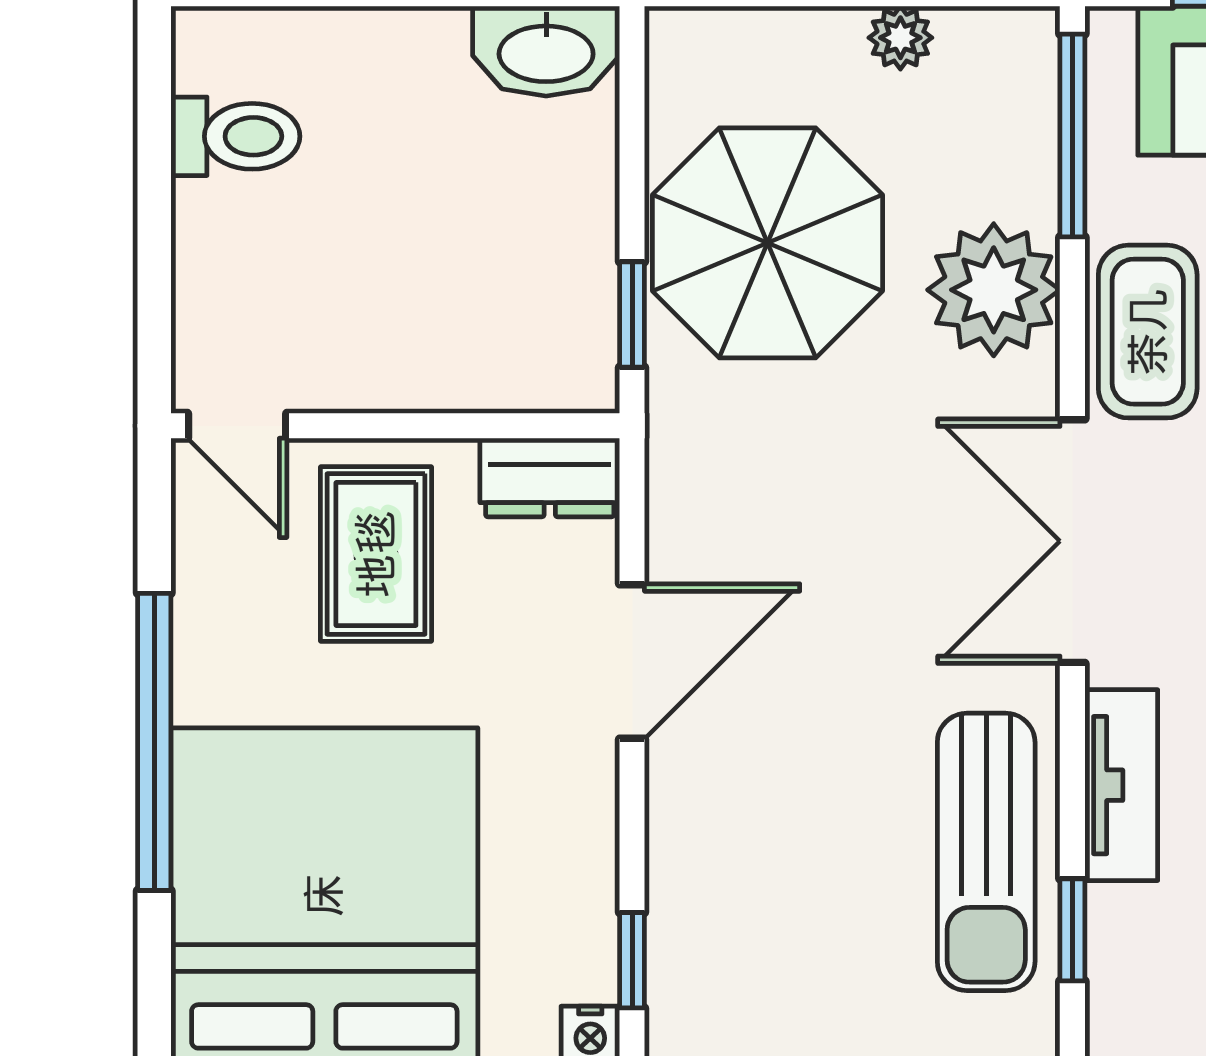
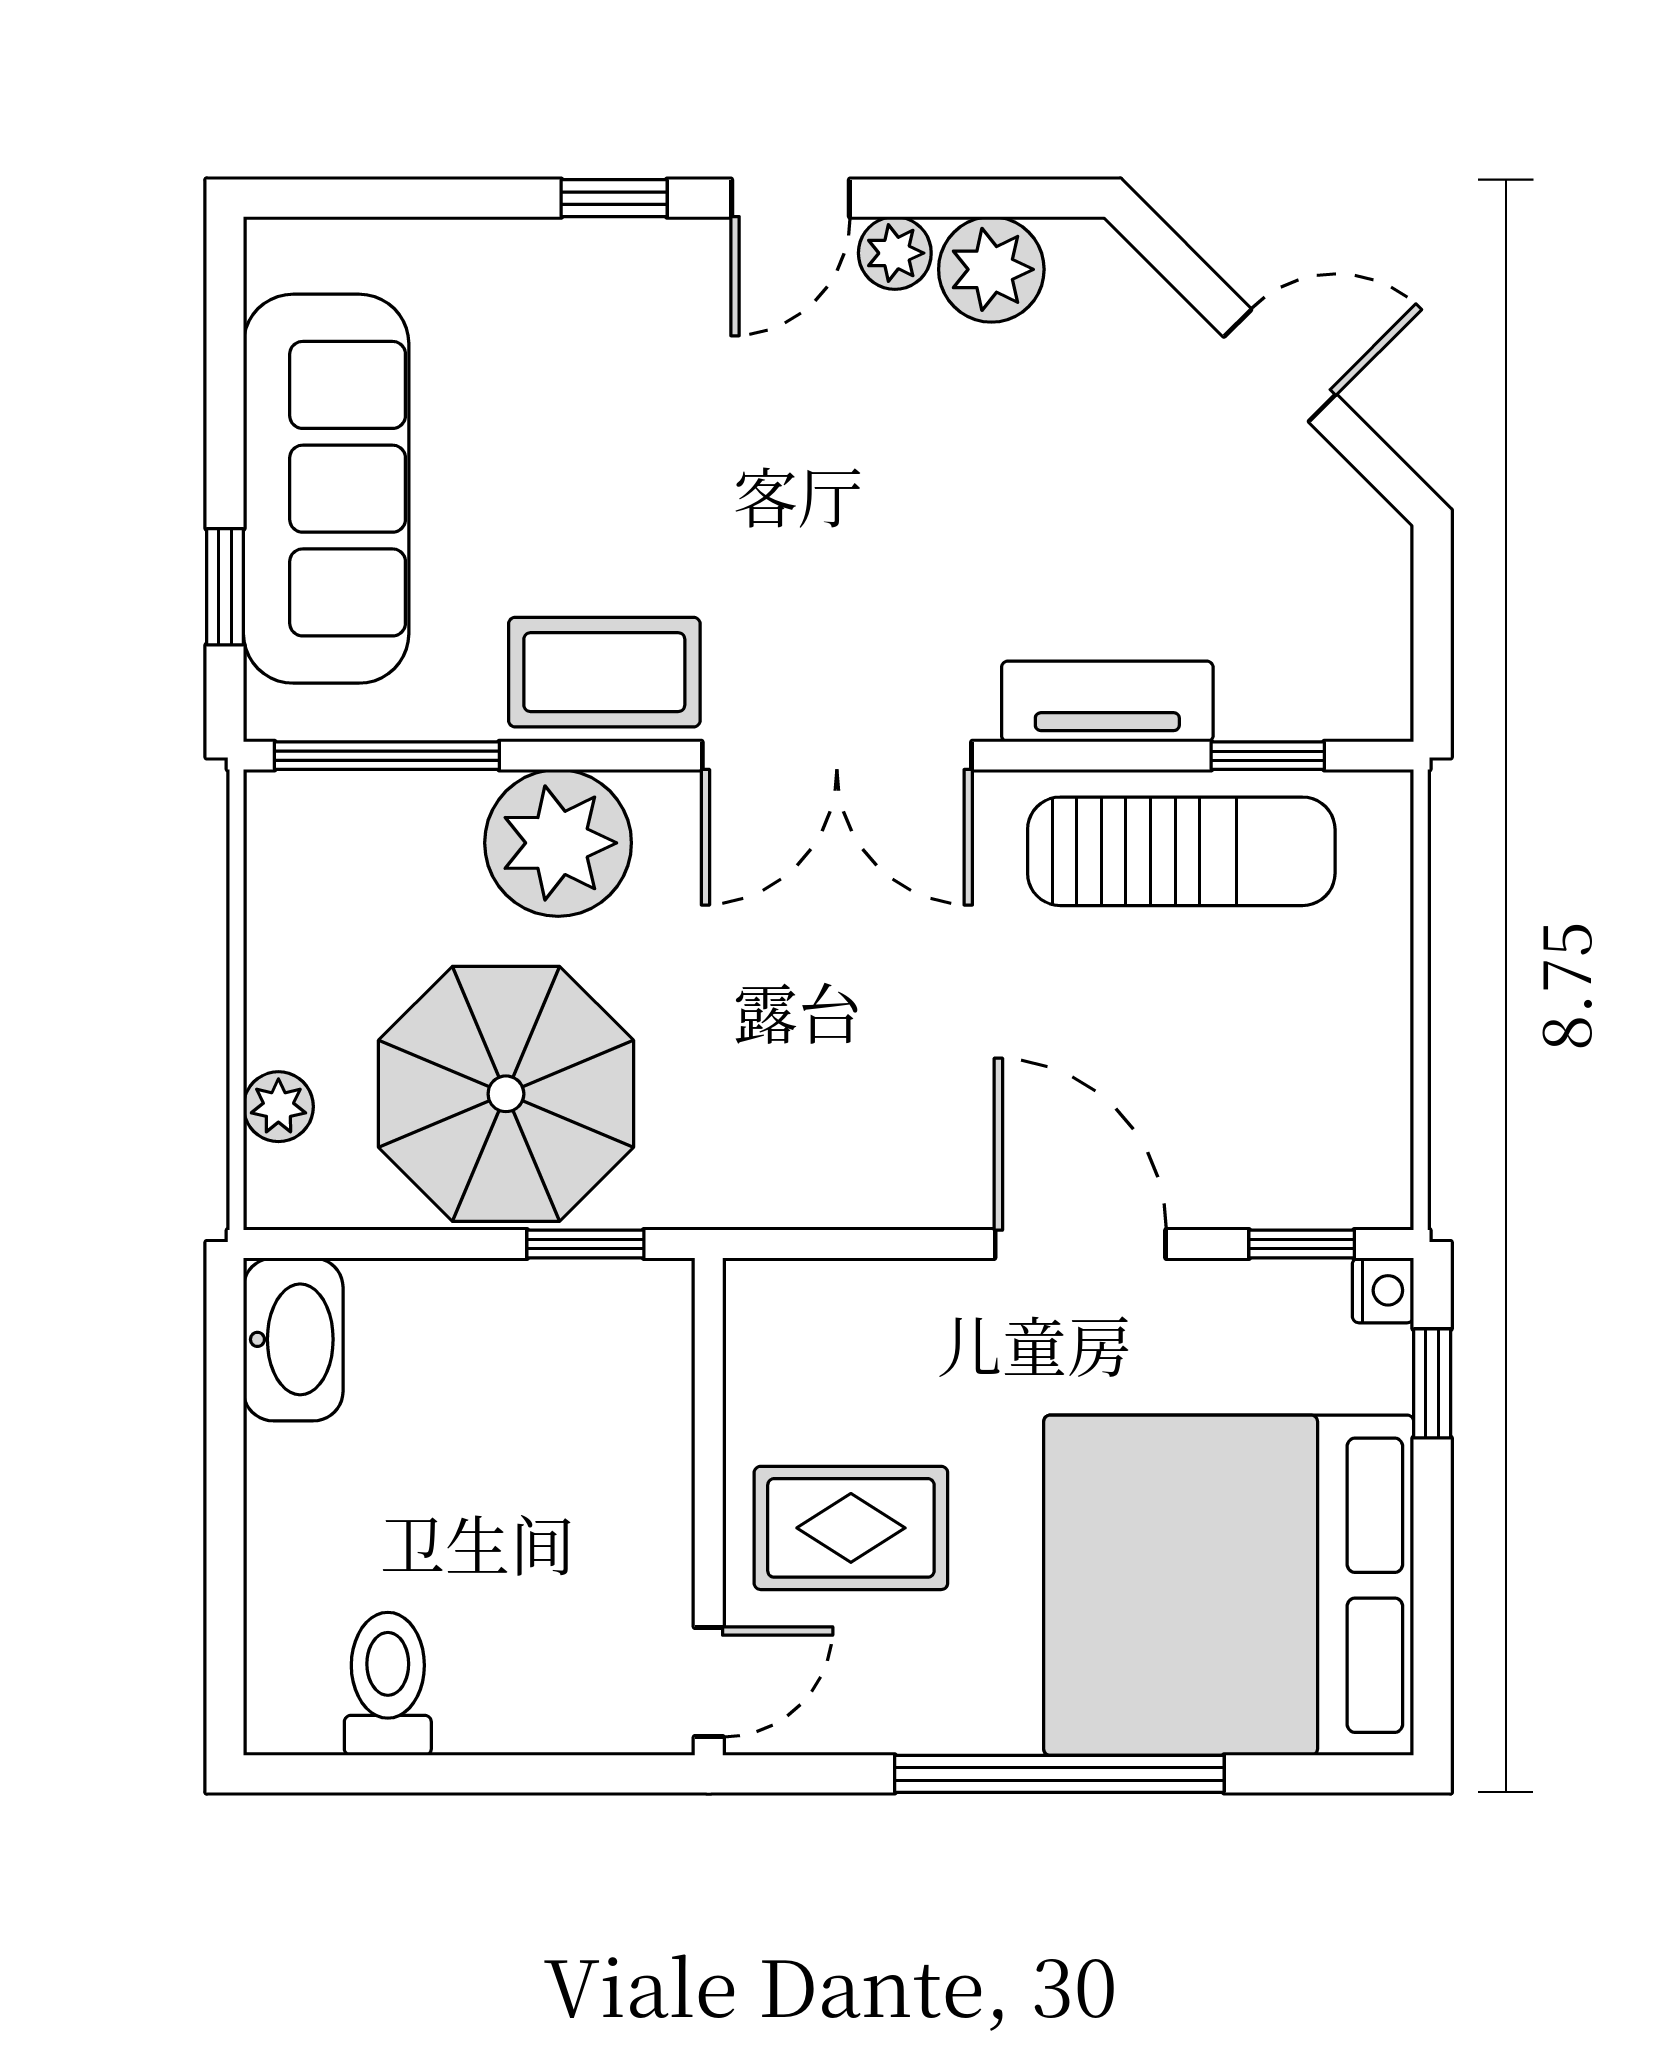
plant: (900, 38) -> (278, 1107), moved
dresser: (550, 477) -> (766, 1335), removed
door: (632, 661) -> (1080, 1244), moved

